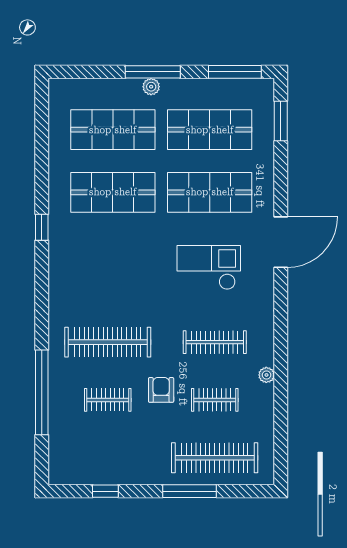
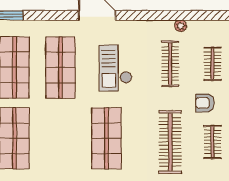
shop shelf: (113, 192) -> (106, 138), moved
plant: (266, 375) -> (181, 26), moved

